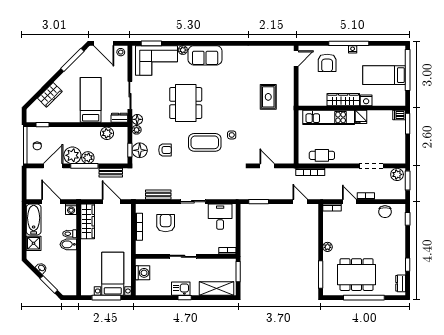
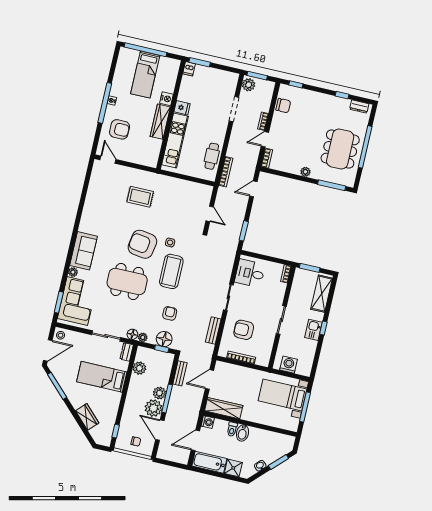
armchair: (224, 109) -> (142, 244), added
door: (267, 166) -> (210, 214), swing flipped

